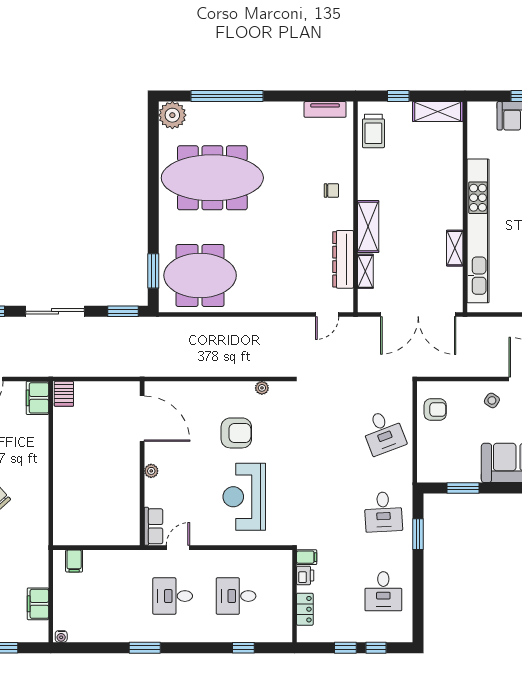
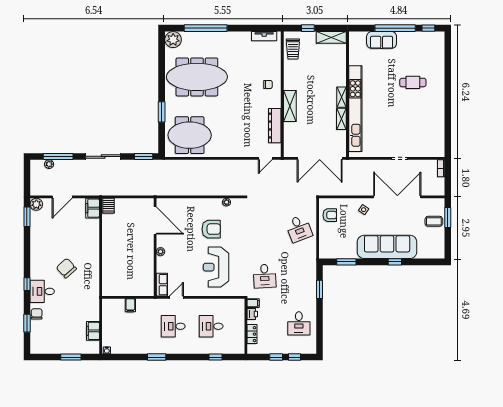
window: (153, 271) -> (162, 112), moved
shelving: (365, 271) -> (342, 97), moved
desk: (383, 512) -> (265, 276), moved
filing cabinet: (74, 561) -> (130, 305), moved

